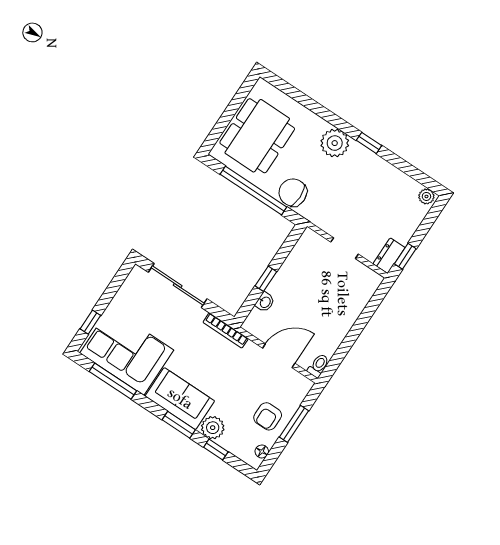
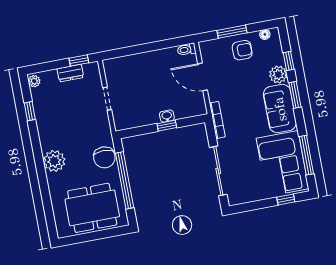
window: (369, 143) -> (30, 111), moved
dresser: (389, 256) -> (70, 73), moved
washbasin: (265, 302) -> (167, 116), moved

